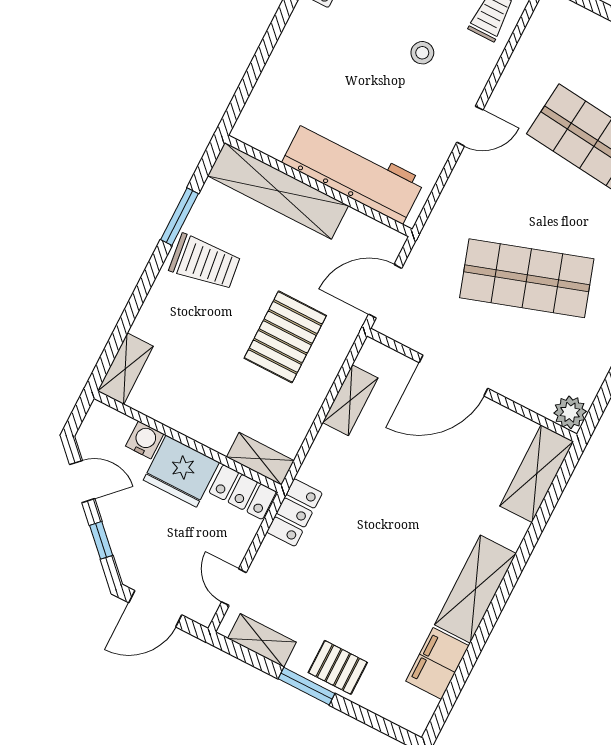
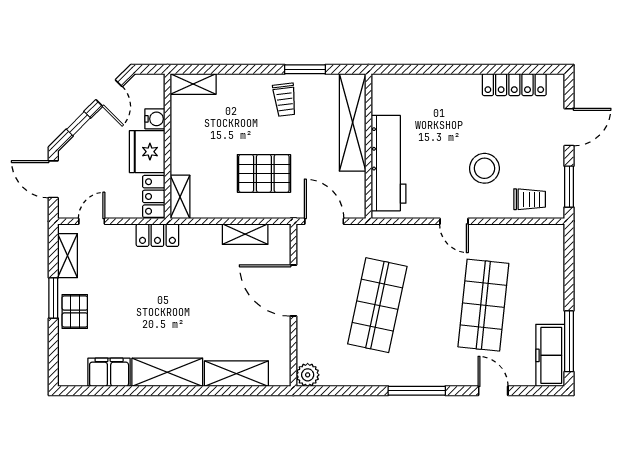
stool: (422, 53) -> (484, 168), width x1.89, depth x1.89
trolley: (205, 262) -> (285, 100), width x0.73, depth x0.72
shop shelf: (527, 278) -> (377, 305), turned 30
shelving: (537, 474) -> (236, 374), moved

